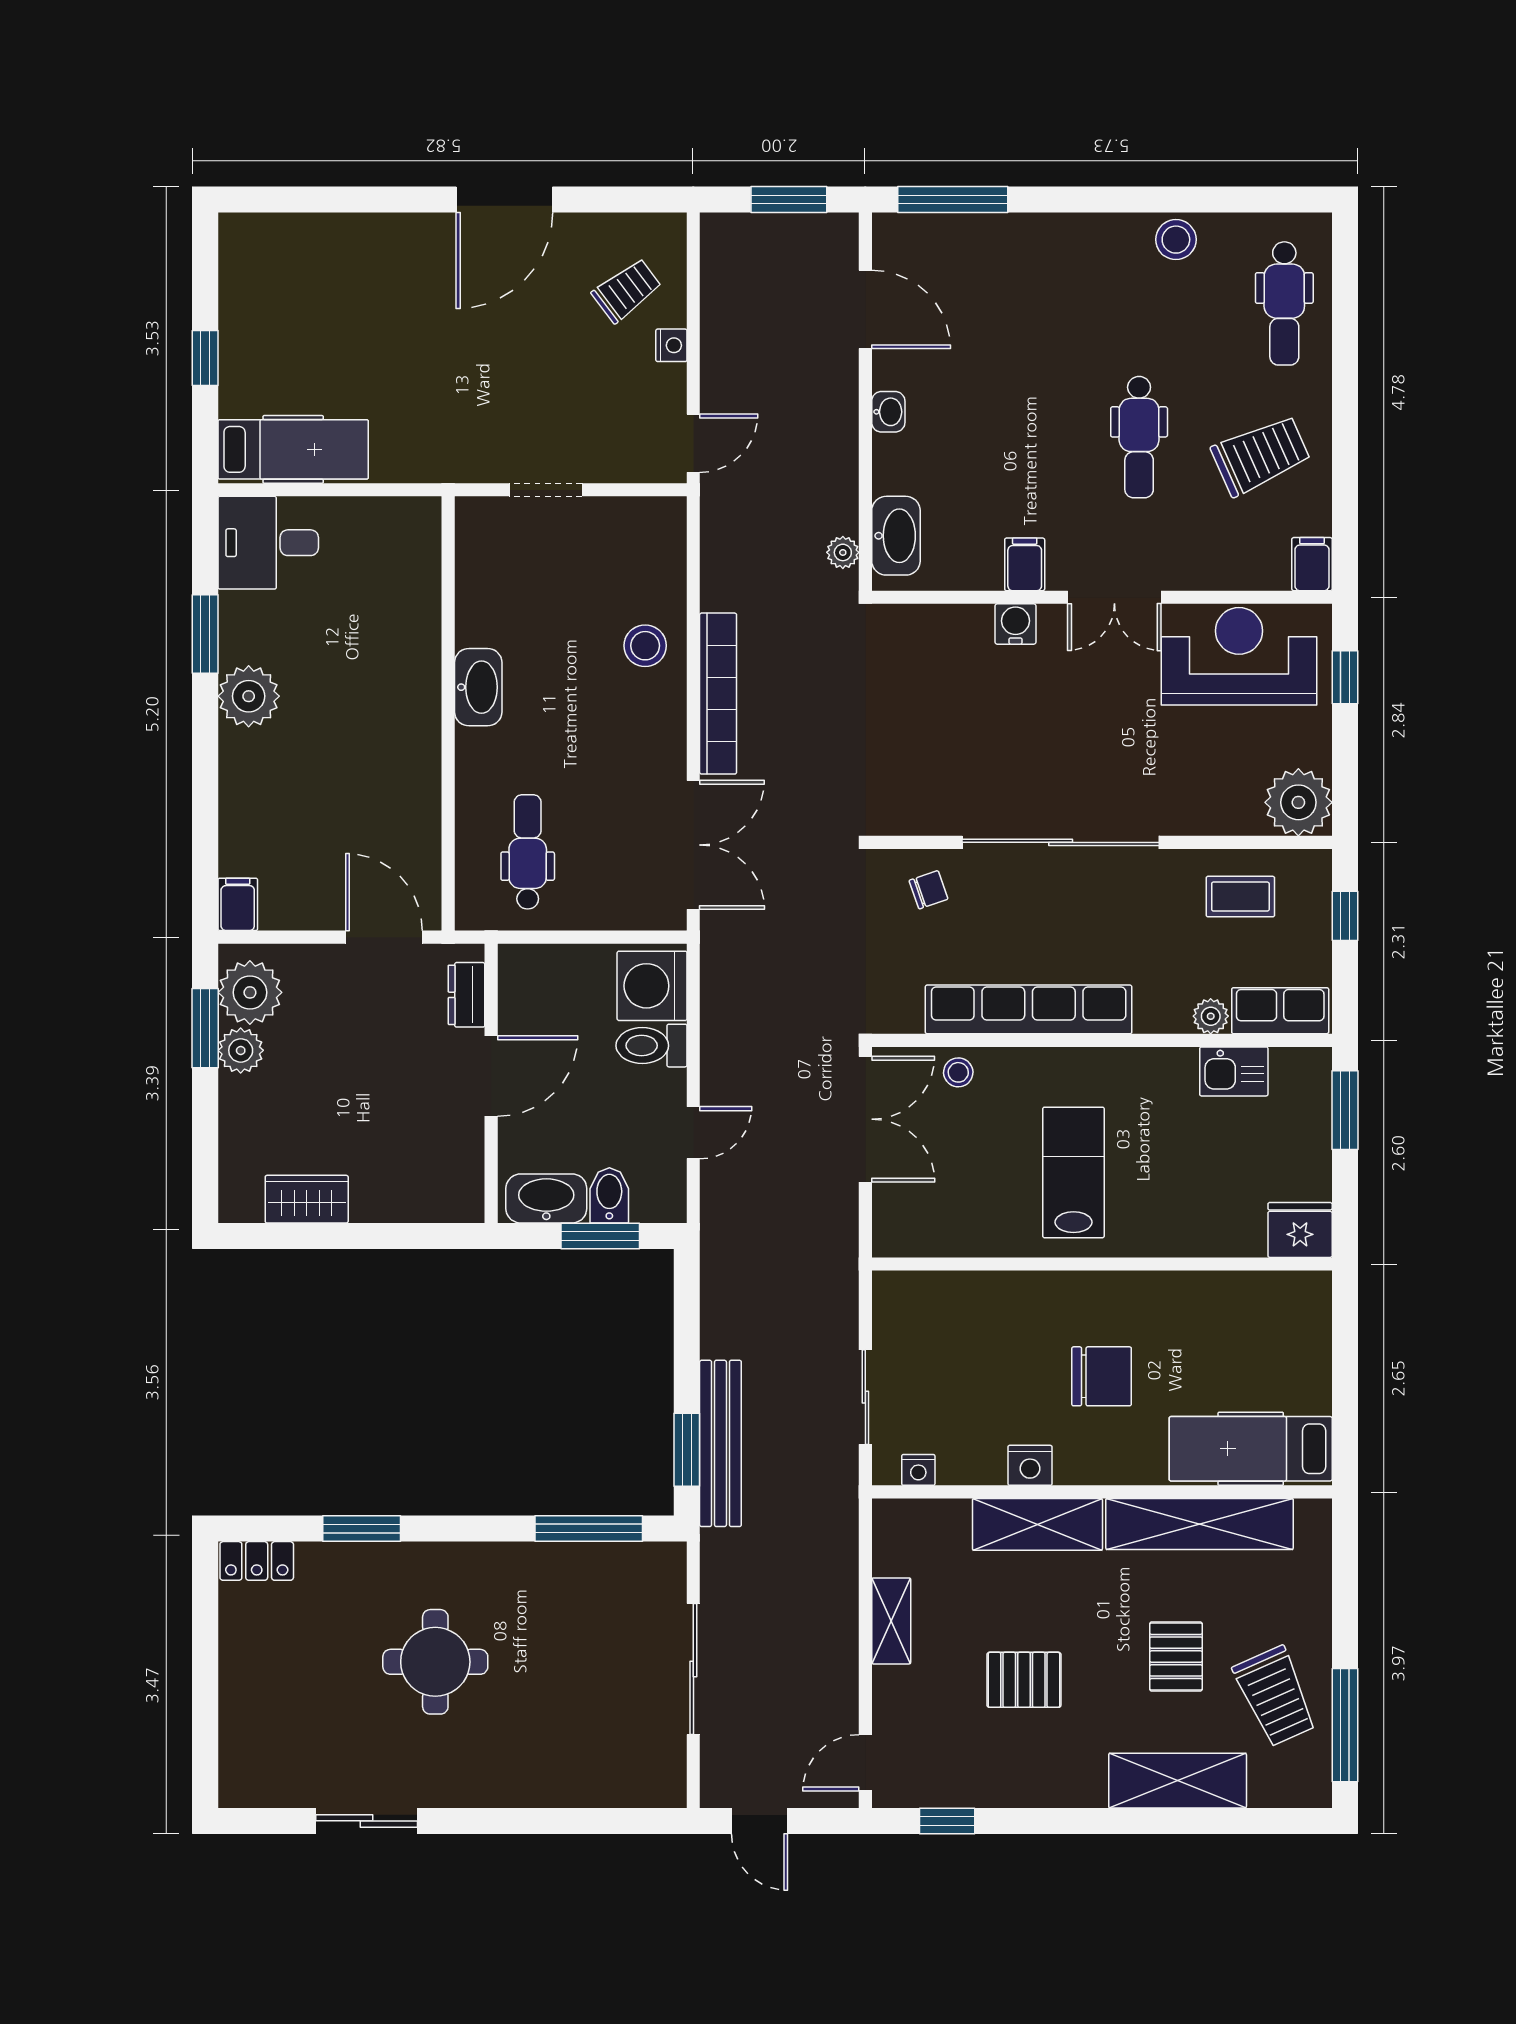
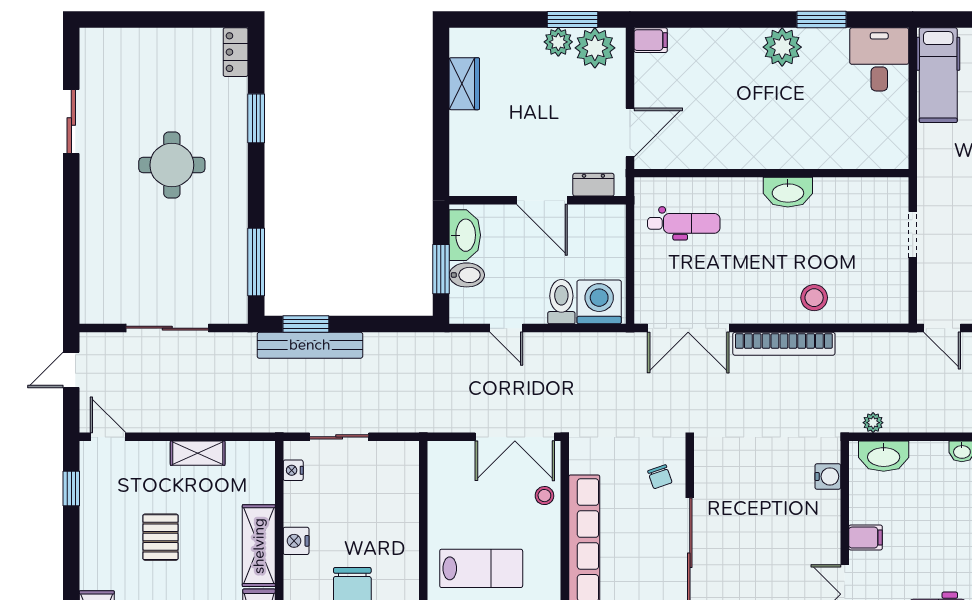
water cooler: (1015, 624) -> (828, 476), moved

